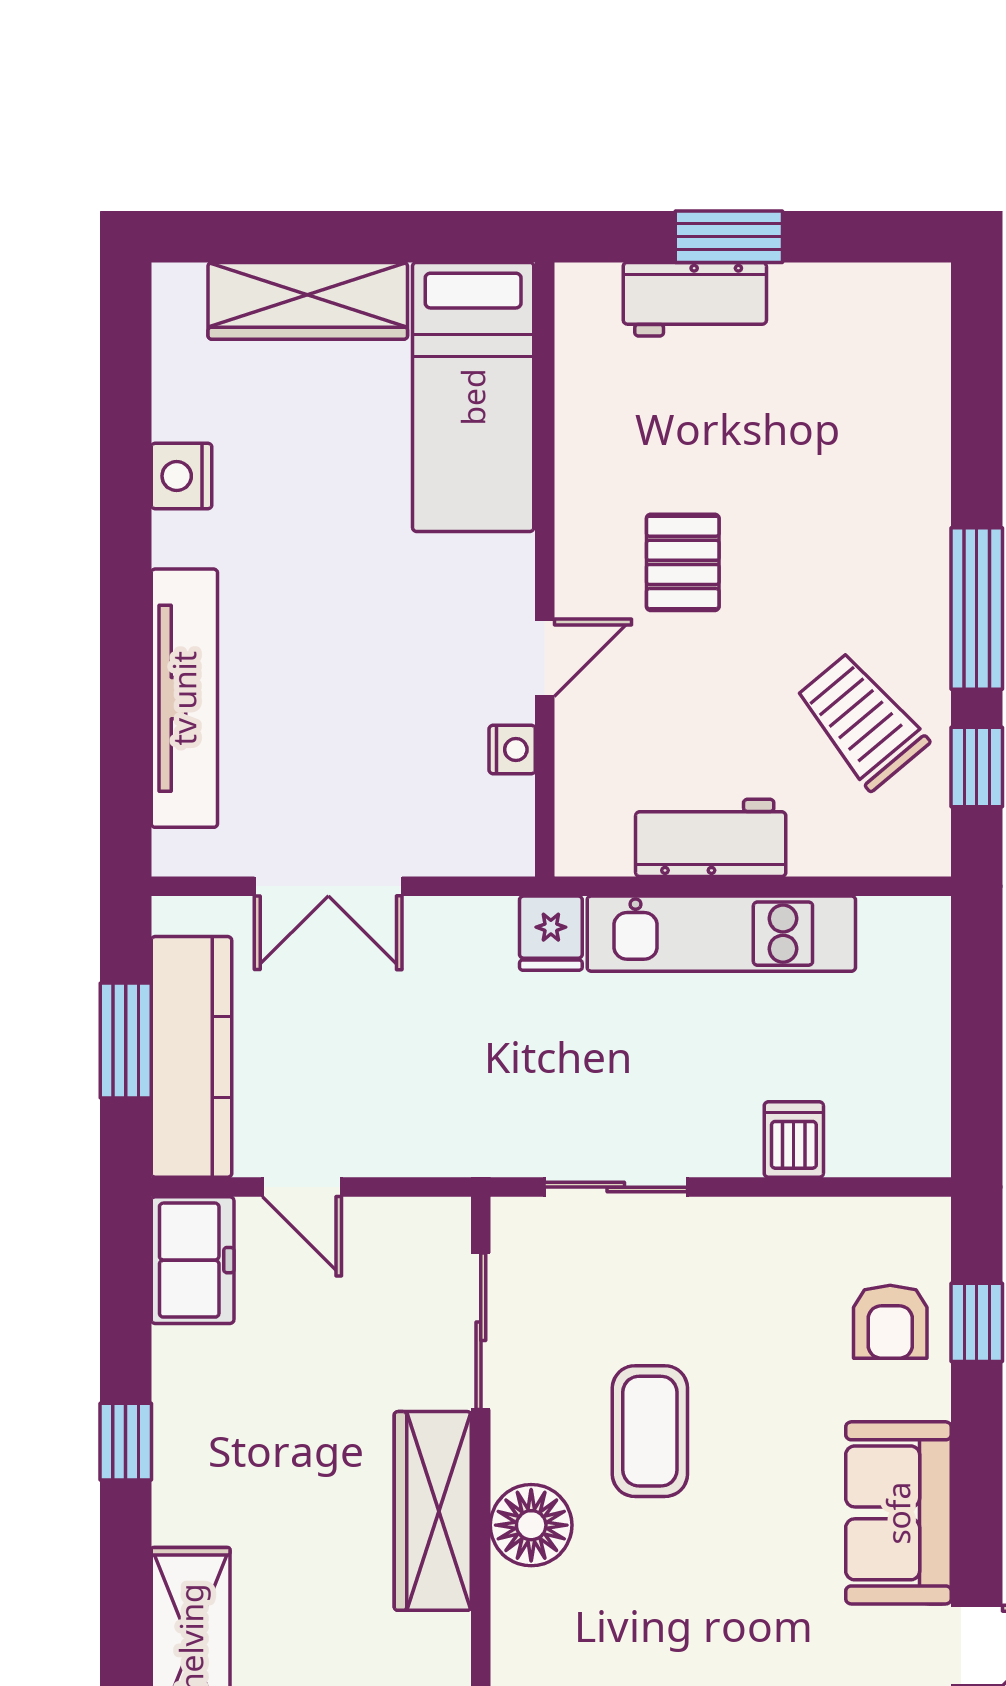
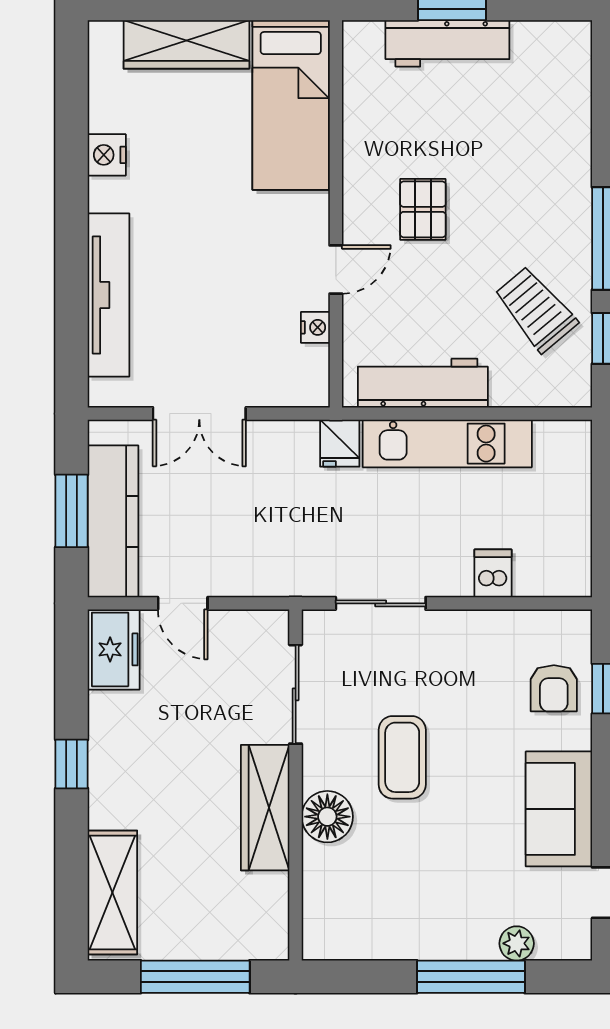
workbench: (695, 299) -> (447, 43), width x1.37
workbench: (711, 838) -> (423, 383), width x1.38

